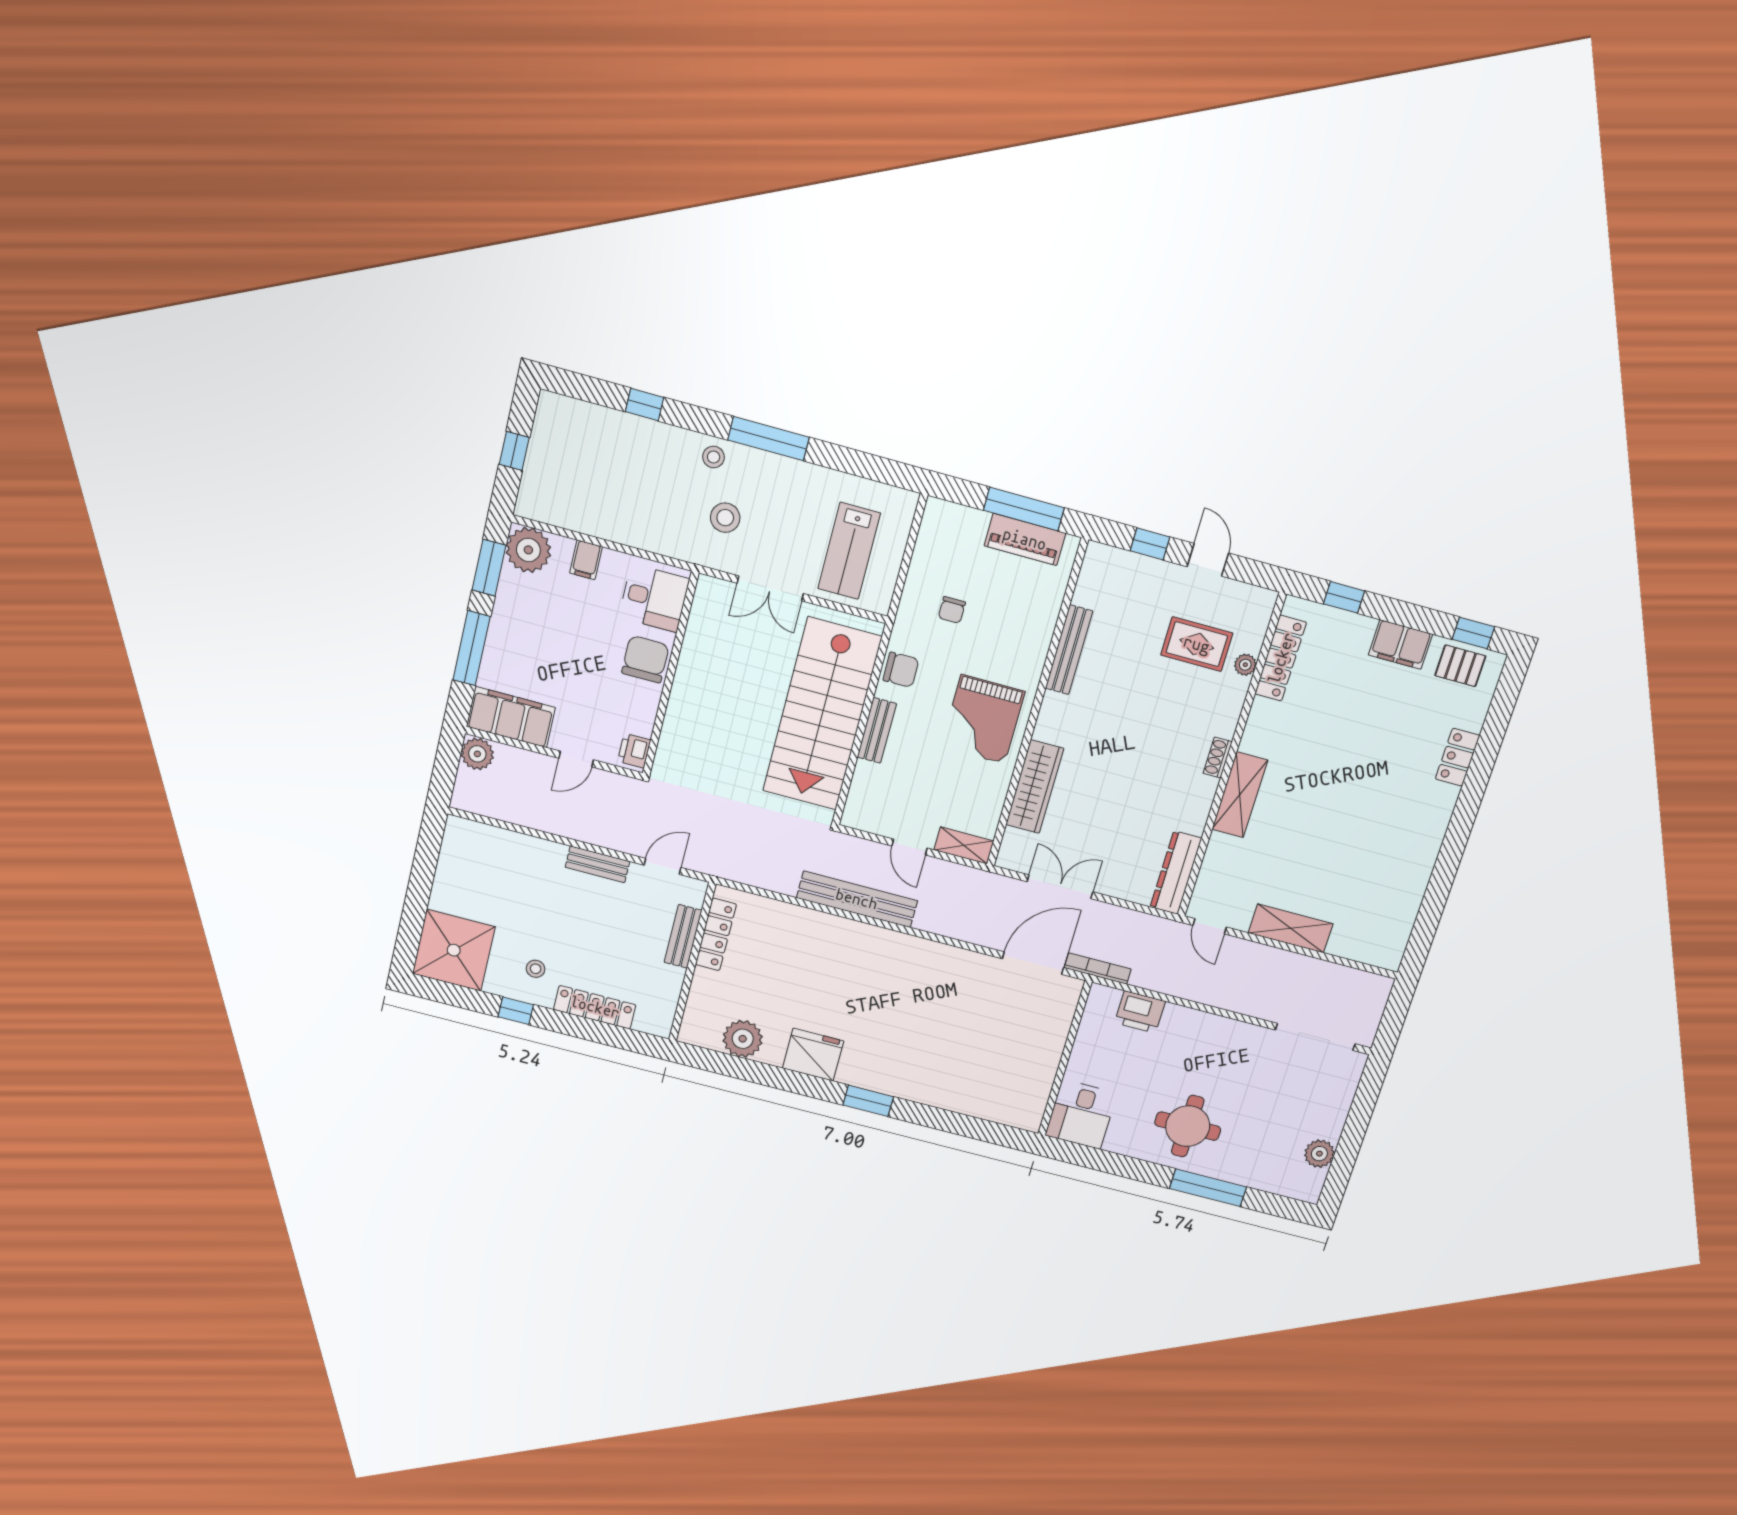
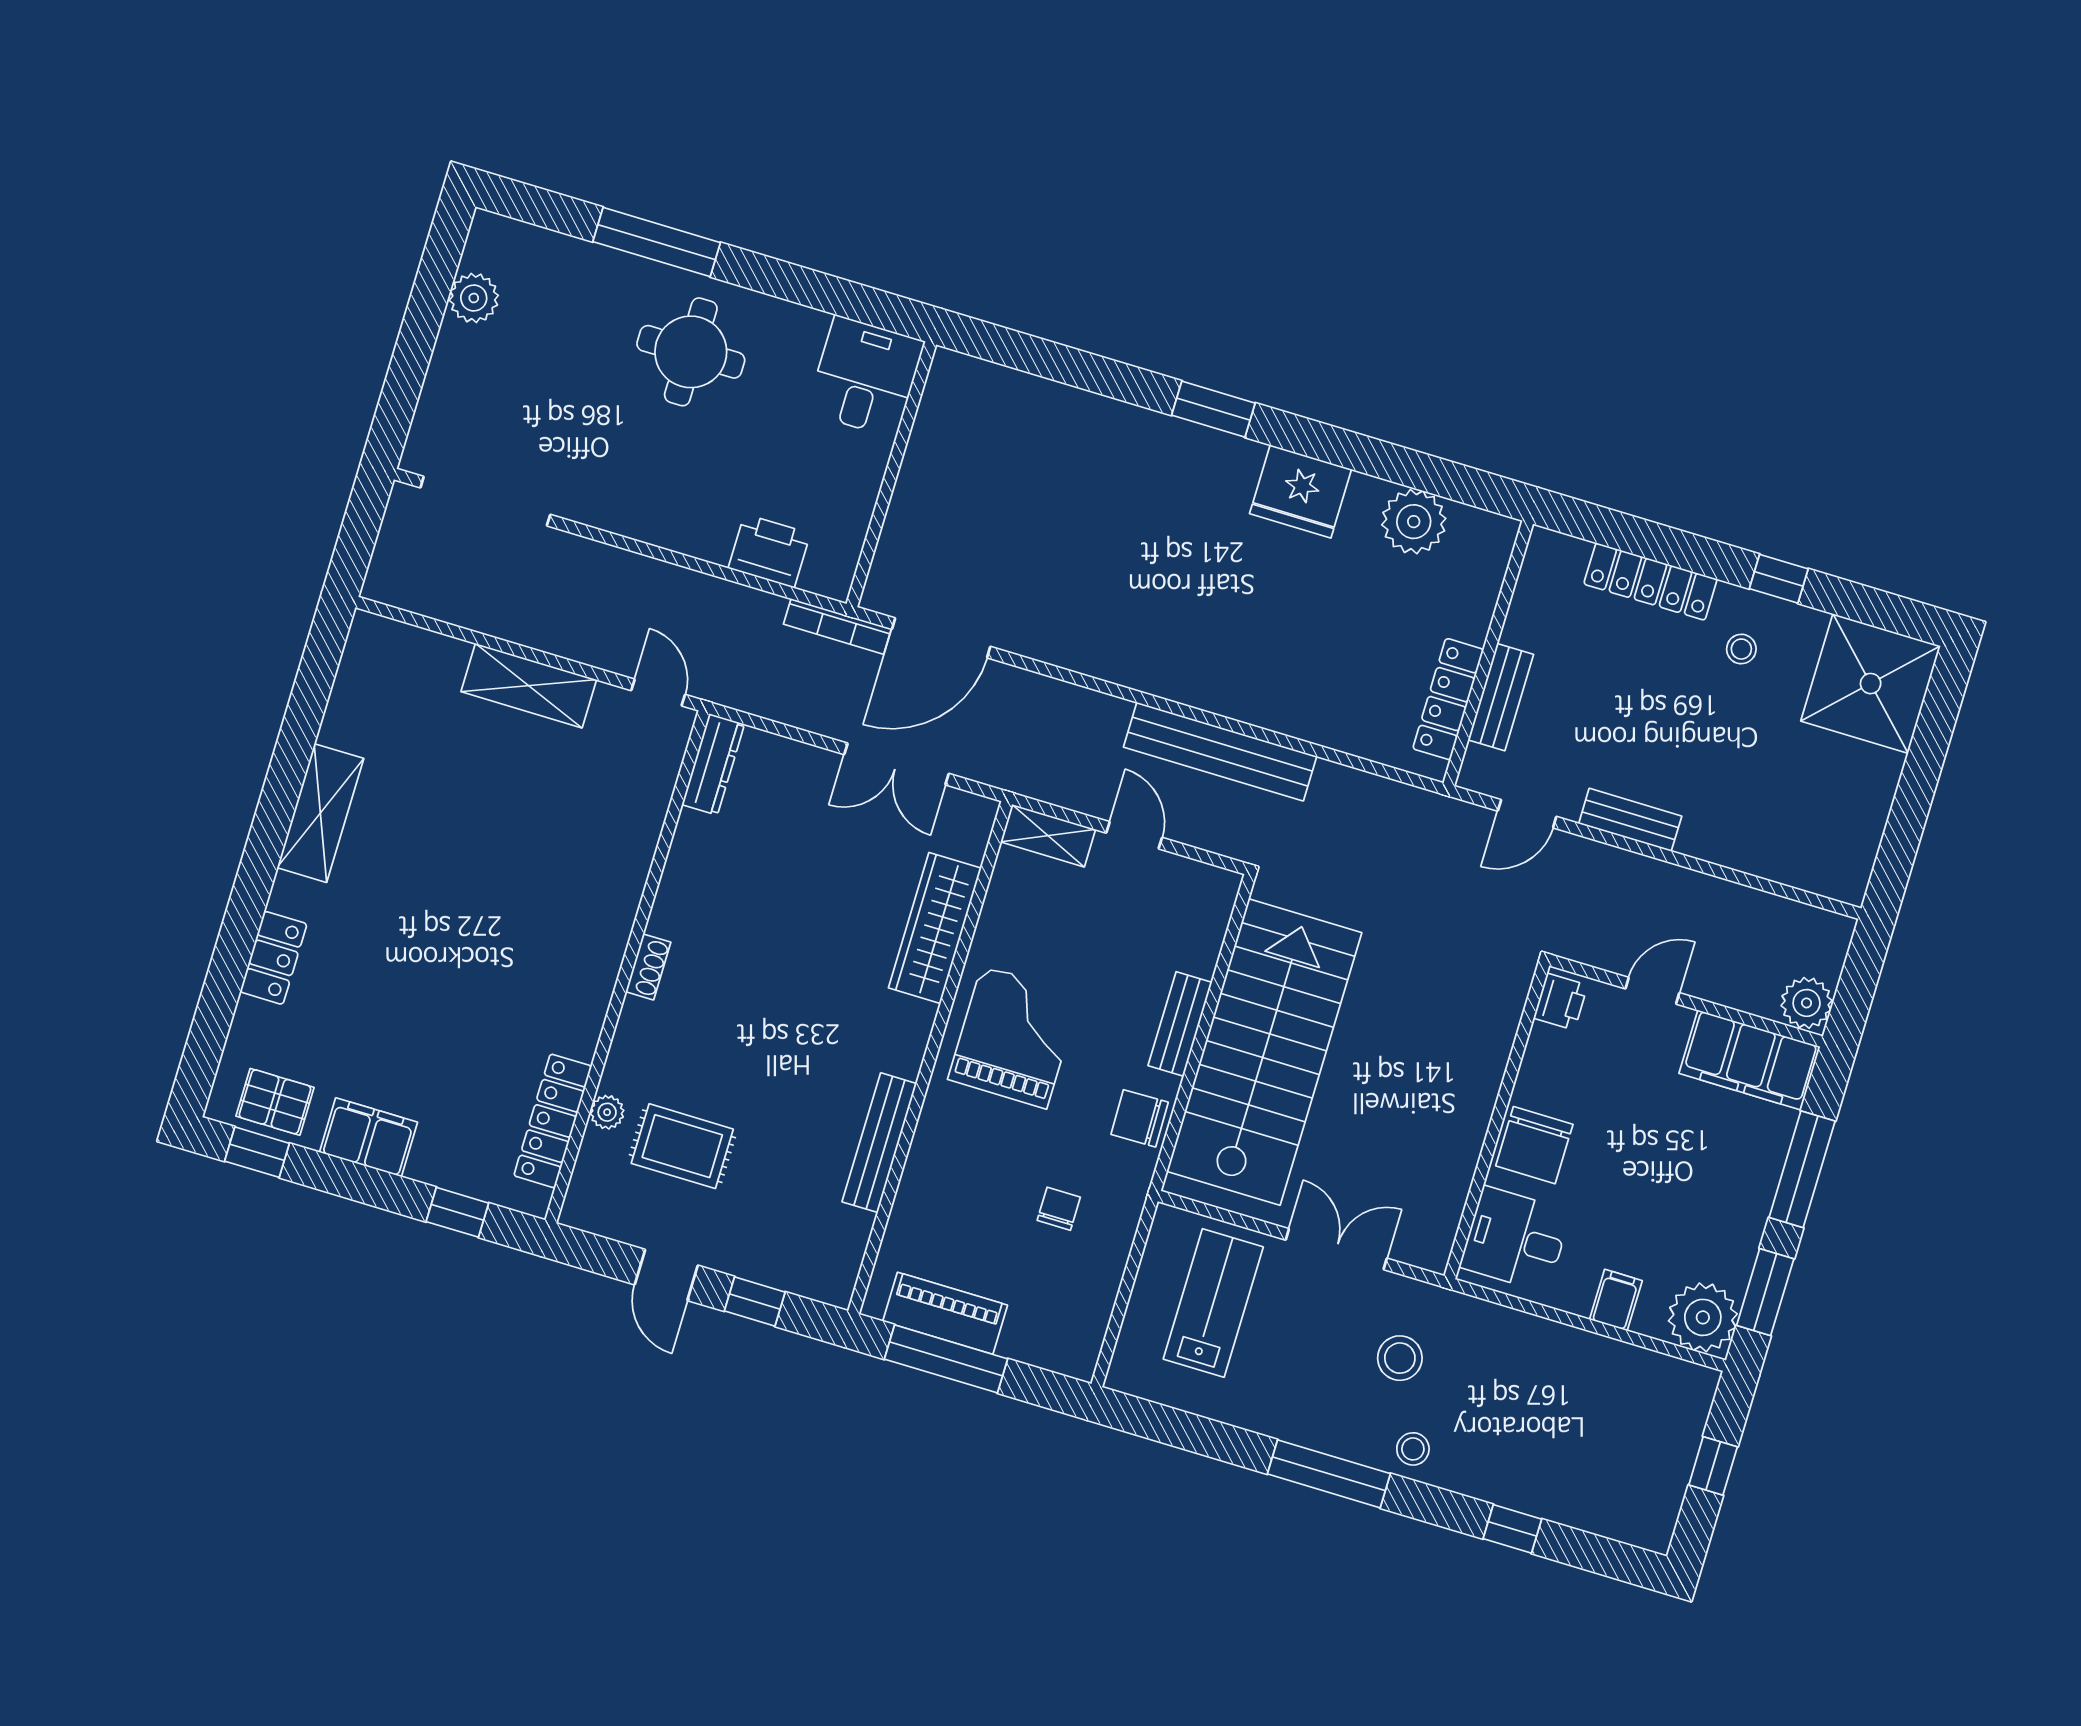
shelving: (1240, 795) -> (320, 813), moved
dresser: (1176, 873) -> (713, 764), width x0.73, depth x0.80

